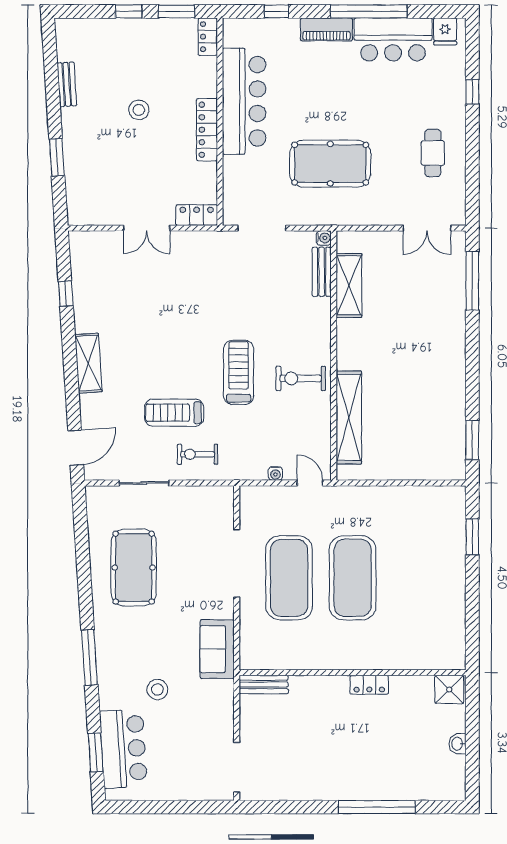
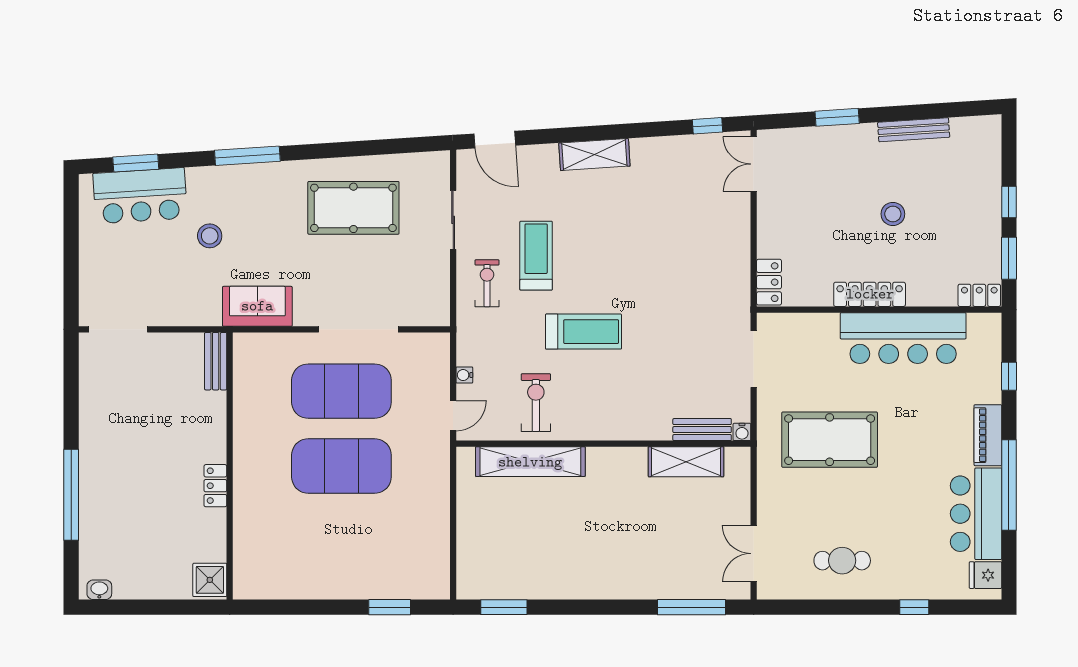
bench: (67, 84) -> (914, 130), width x1.36
pool table: (330, 164) -> (830, 440), turned 90
double door: (147, 228) -> (754, 164), moved
window: (66, 294) -> (707, 126), moved
exercise bike: (301, 378) -> (536, 403), moved
washbasin: (458, 744) -> (99, 590), moved

